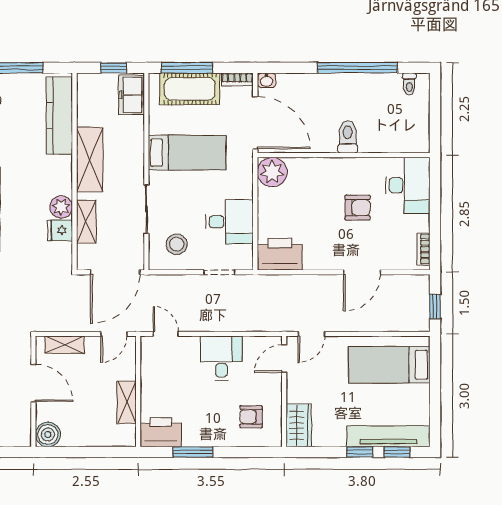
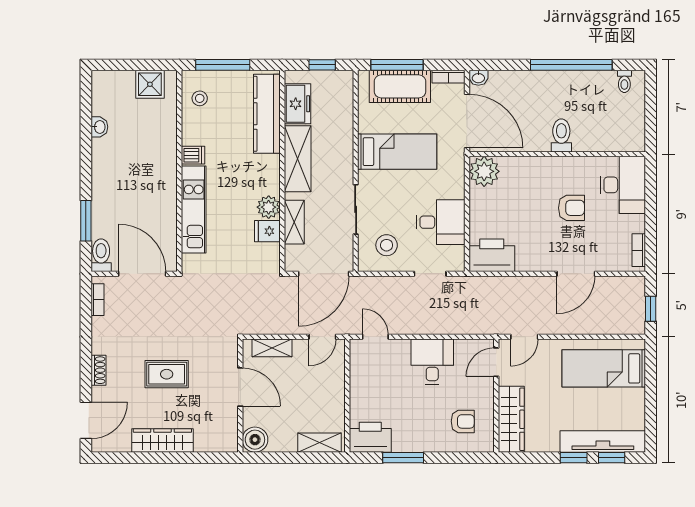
freezer: (131, 95) -> (297, 104), moved, turned 180
shelving: (127, 402) -> (319, 443), moved, turned 90
armchair: (251, 417) -> (463, 421), turned 180
wardrobe: (299, 425) -> (511, 419), width x1.50

